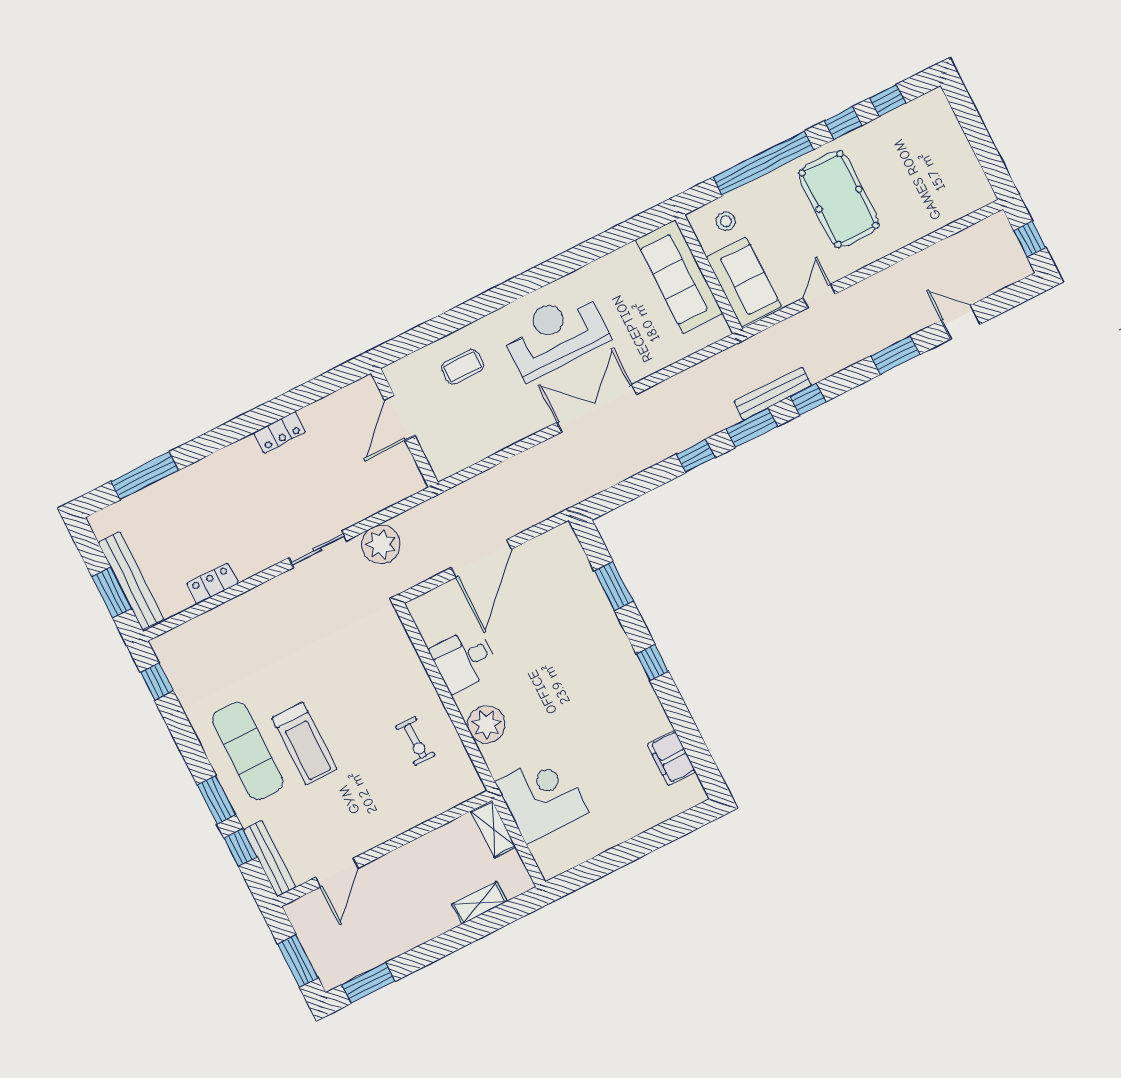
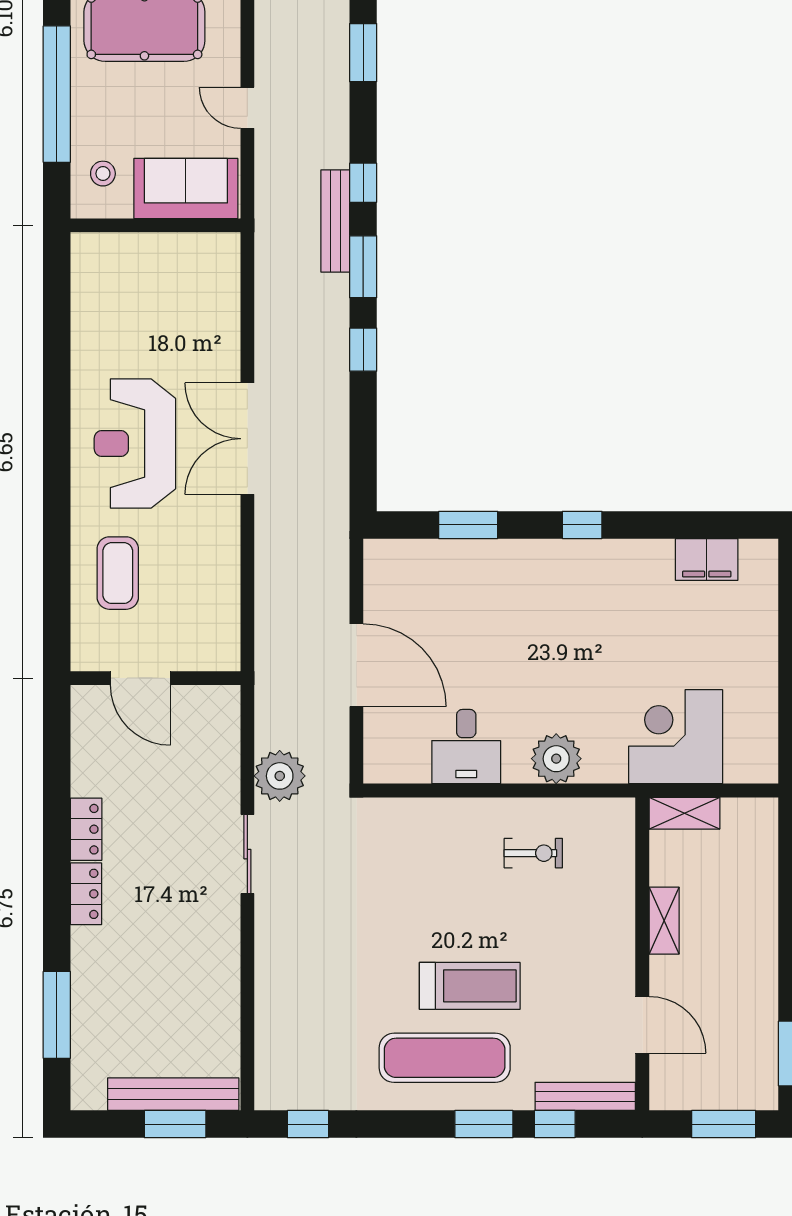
sofa: (679, 277) -> (141, 262), removed
coffee table: (462, 367) -> (118, 573), width x1.36, depth x1.30
locker: (212, 584) -> (86, 894), moved, turned 180
shelving: (479, 903) -> (664, 921), moved

